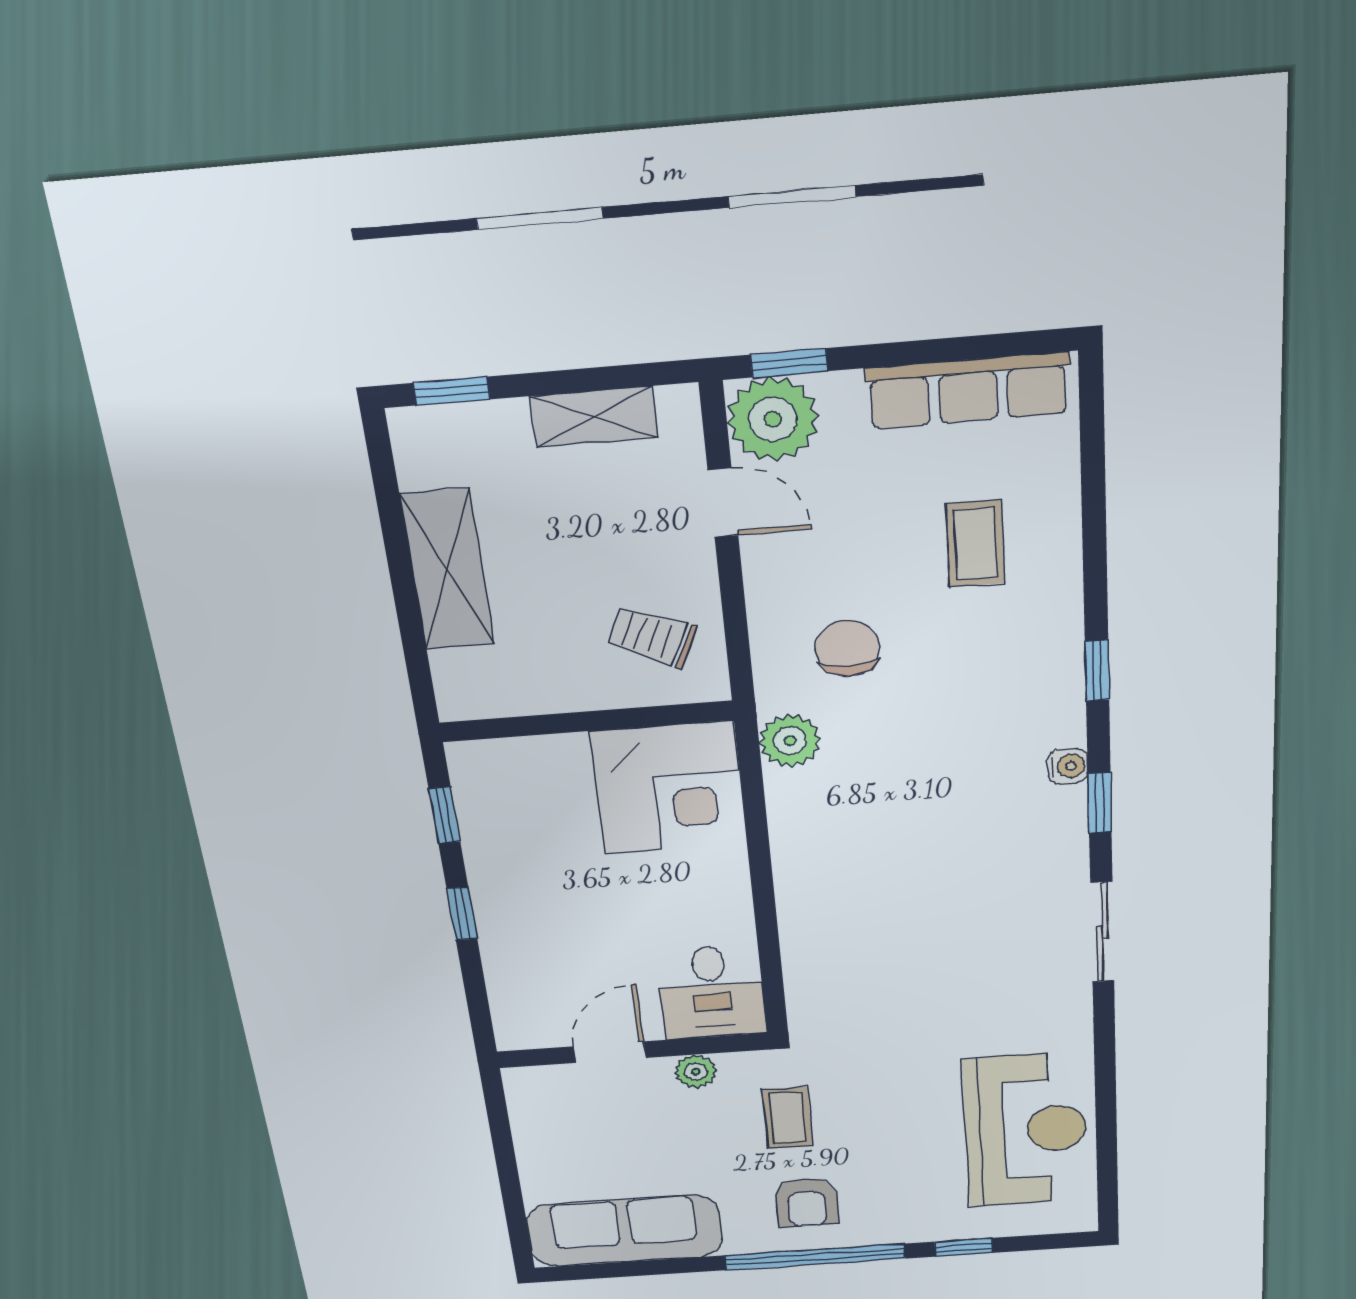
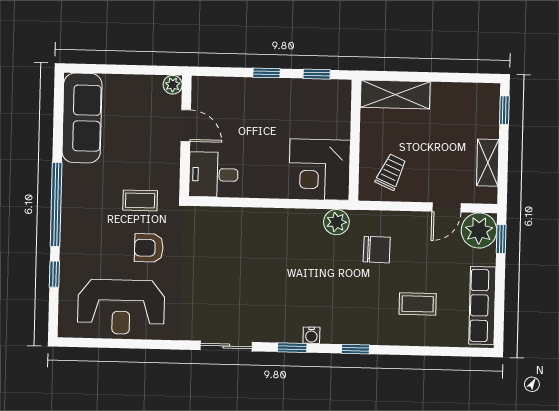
shelving: (447, 570) -> (395, 95), moved
plant: (696, 1072) -> (173, 85), moved
armchair: (807, 1203) -> (149, 248), moved

